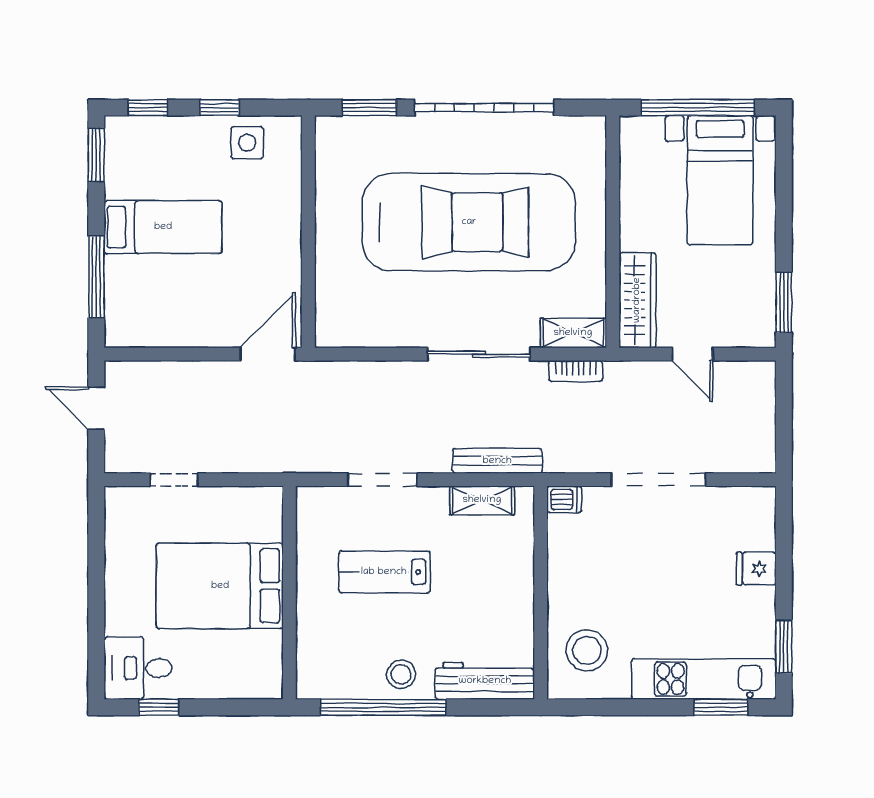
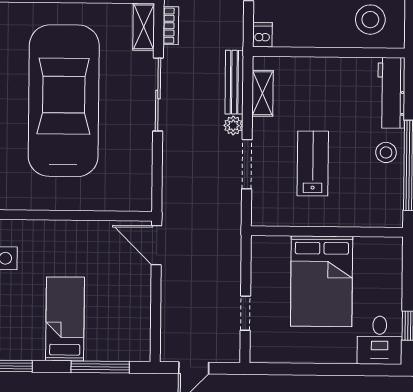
plant: (437, 460) -> (233, 125), added
lab bench: (384, 572) -> (313, 164), turned 180

